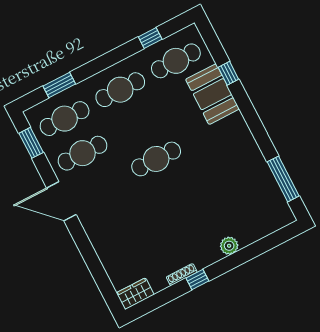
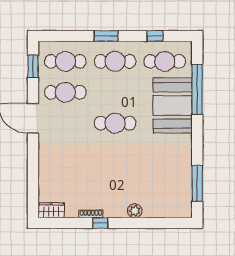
window: (228, 73) -> (197, 89), width x3.17
window: (59, 85) -> (106, 36), moved
booth: (212, 94) -> (173, 106), width x1.36, depth x1.42

